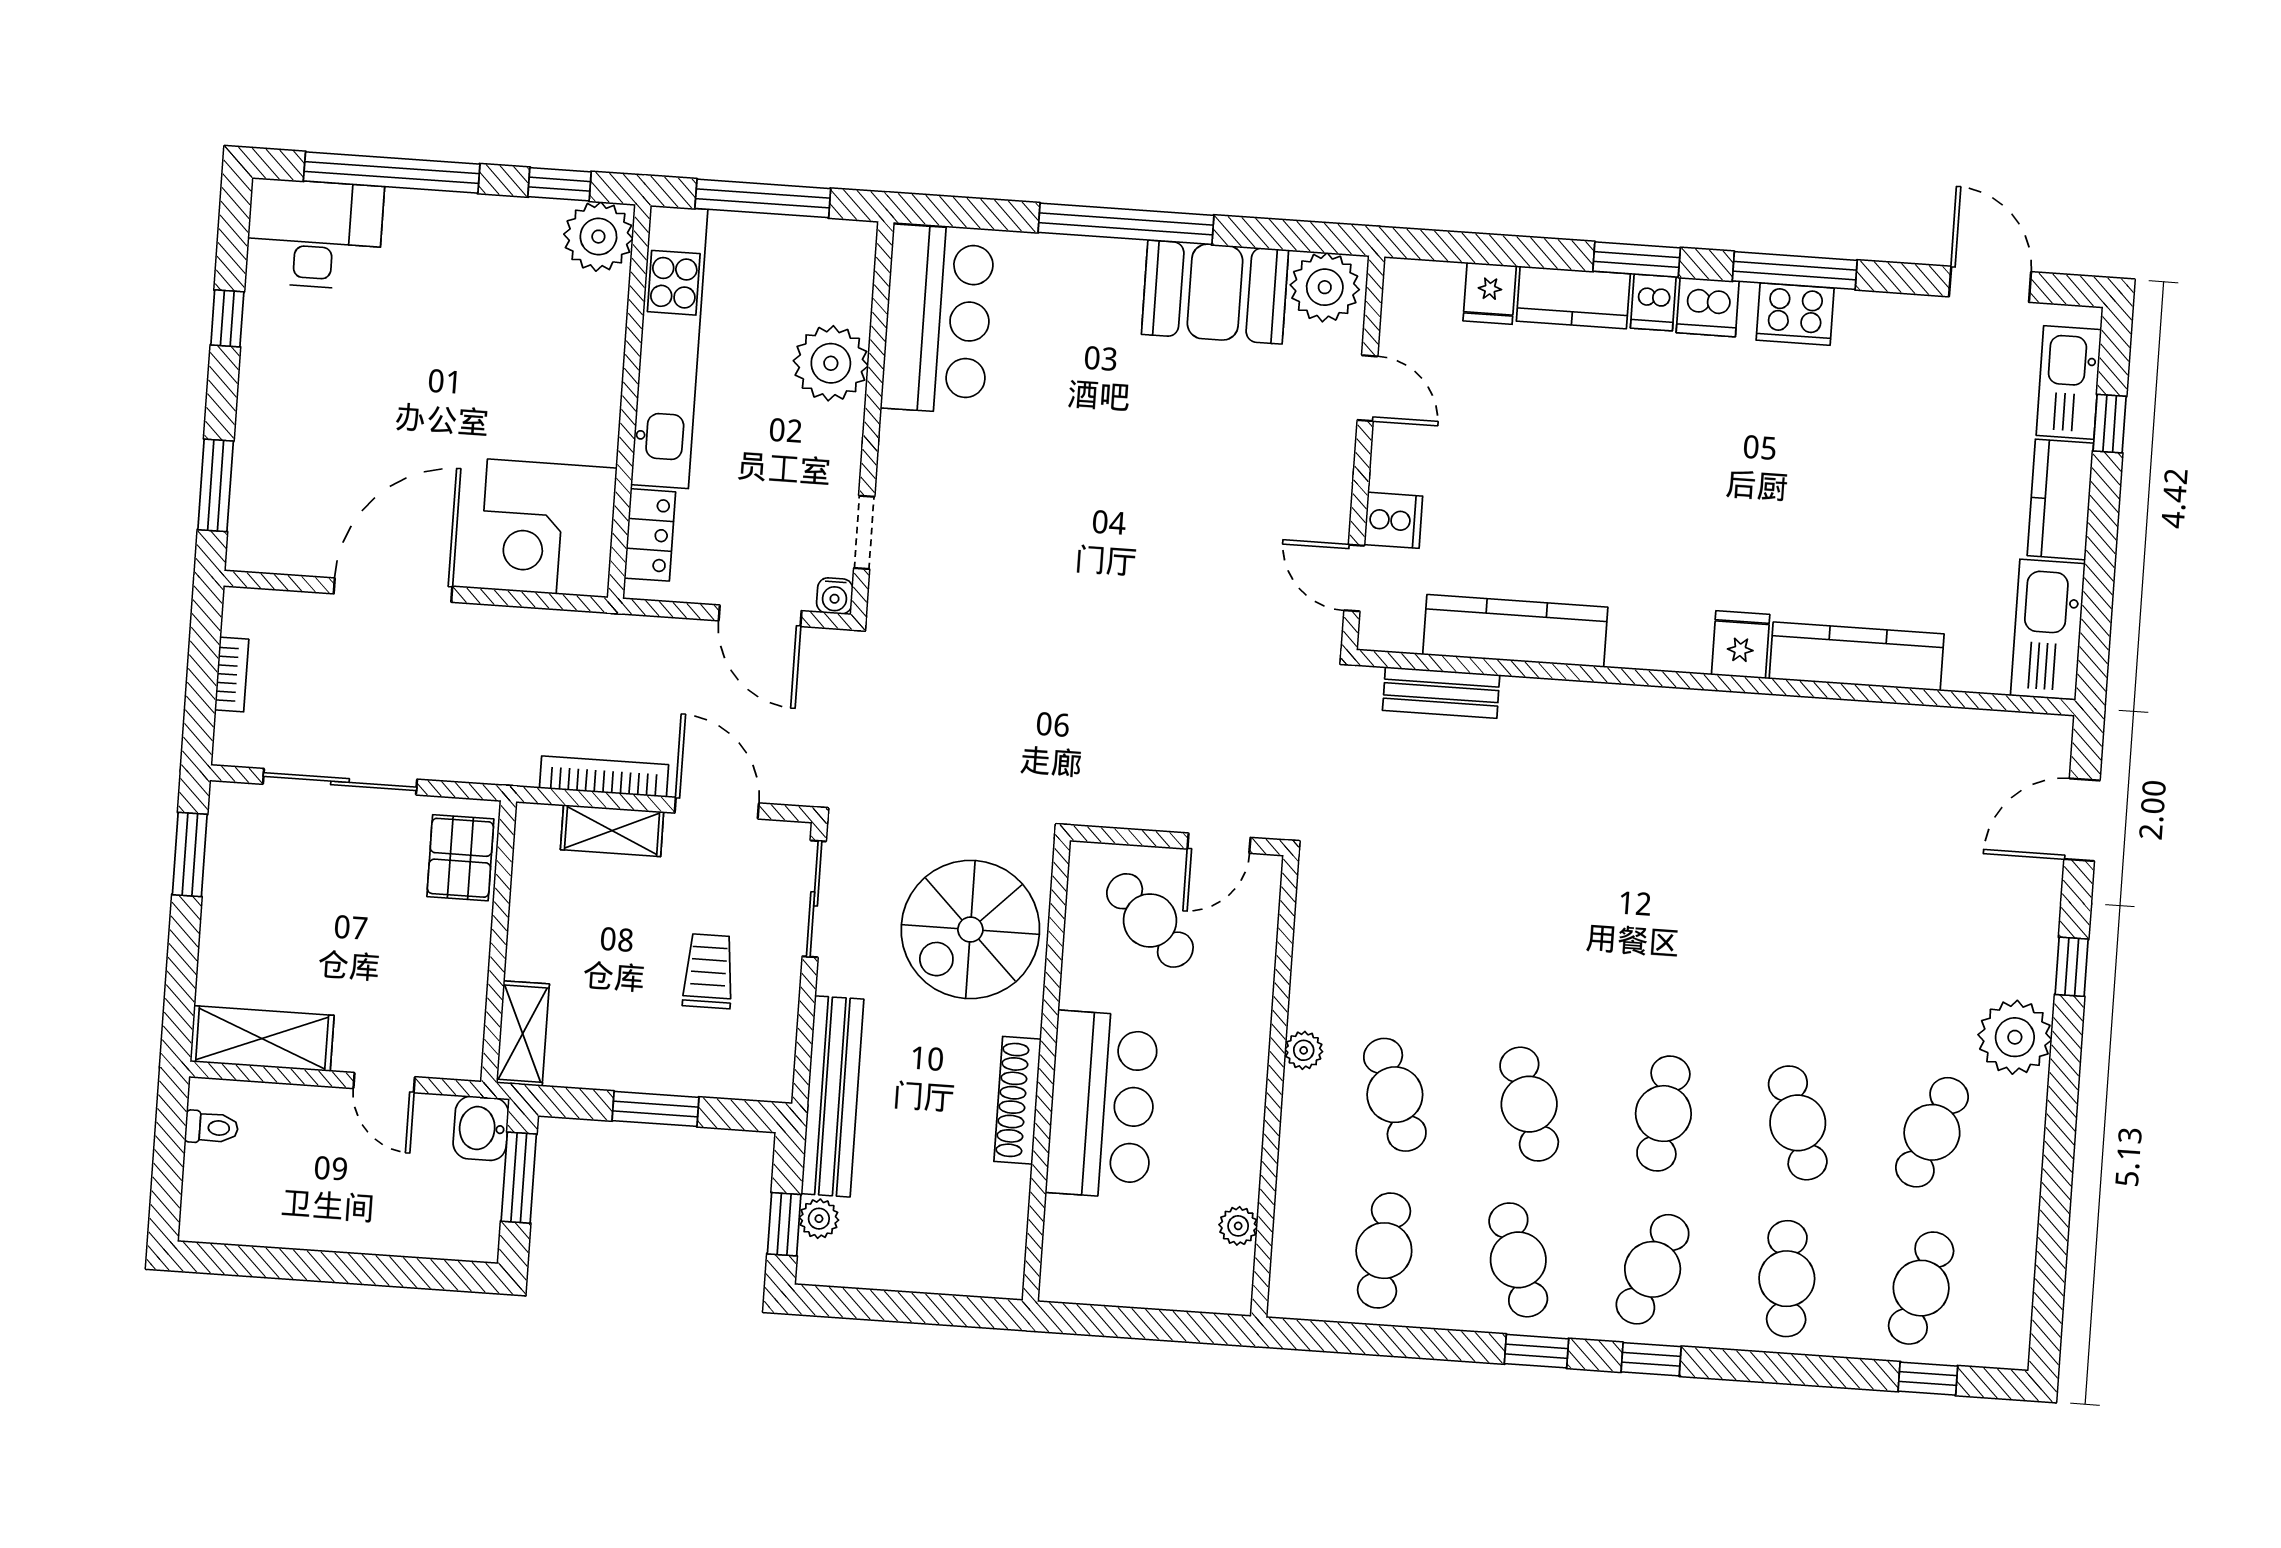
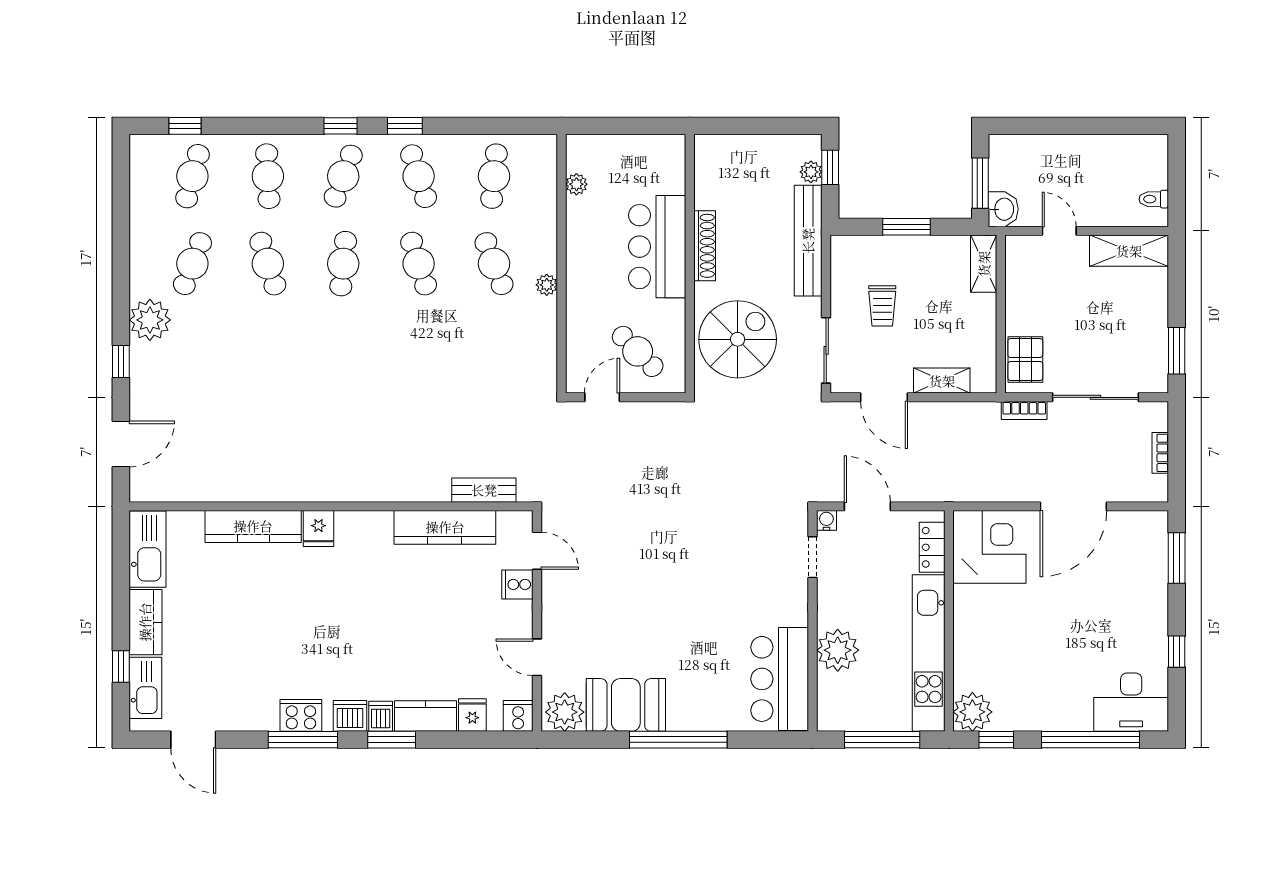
cooker: (1408, 286) -> (518, 716), added
bookcase: (604, 777) -> (1024, 410), moved, width x0.64

